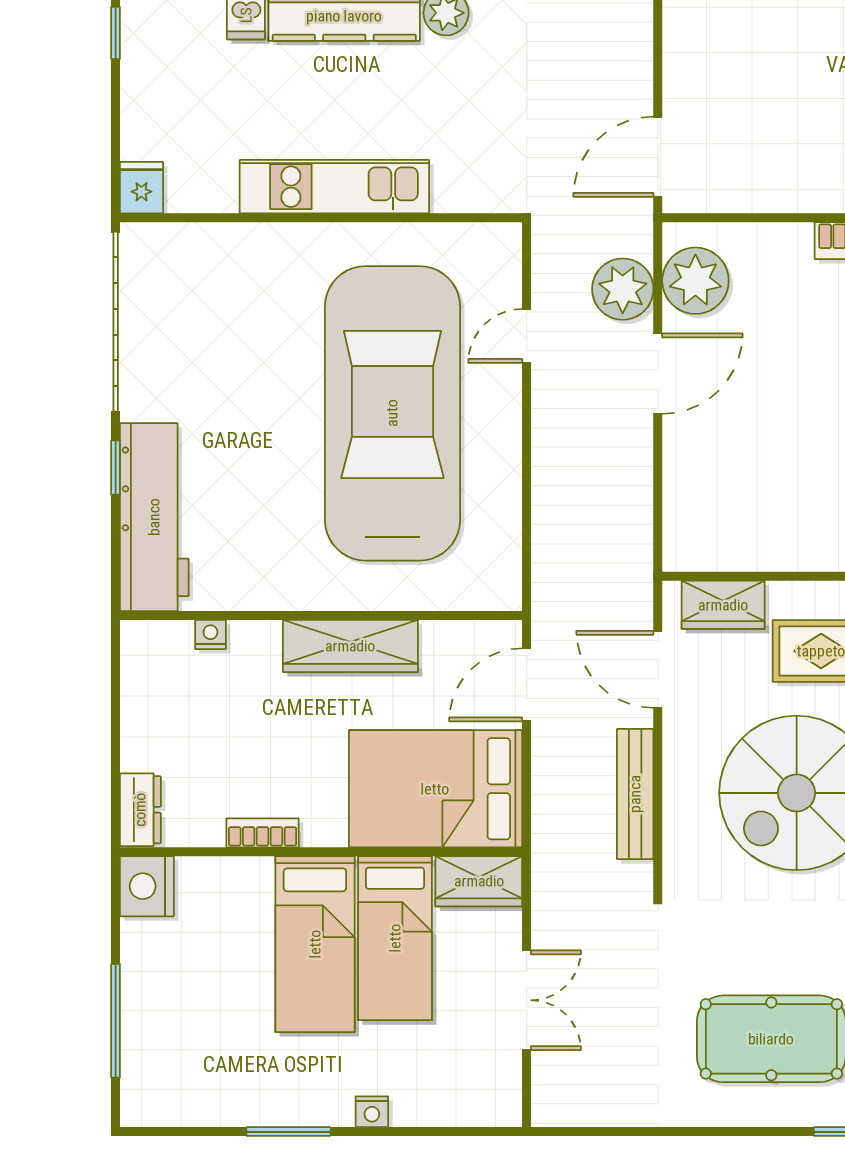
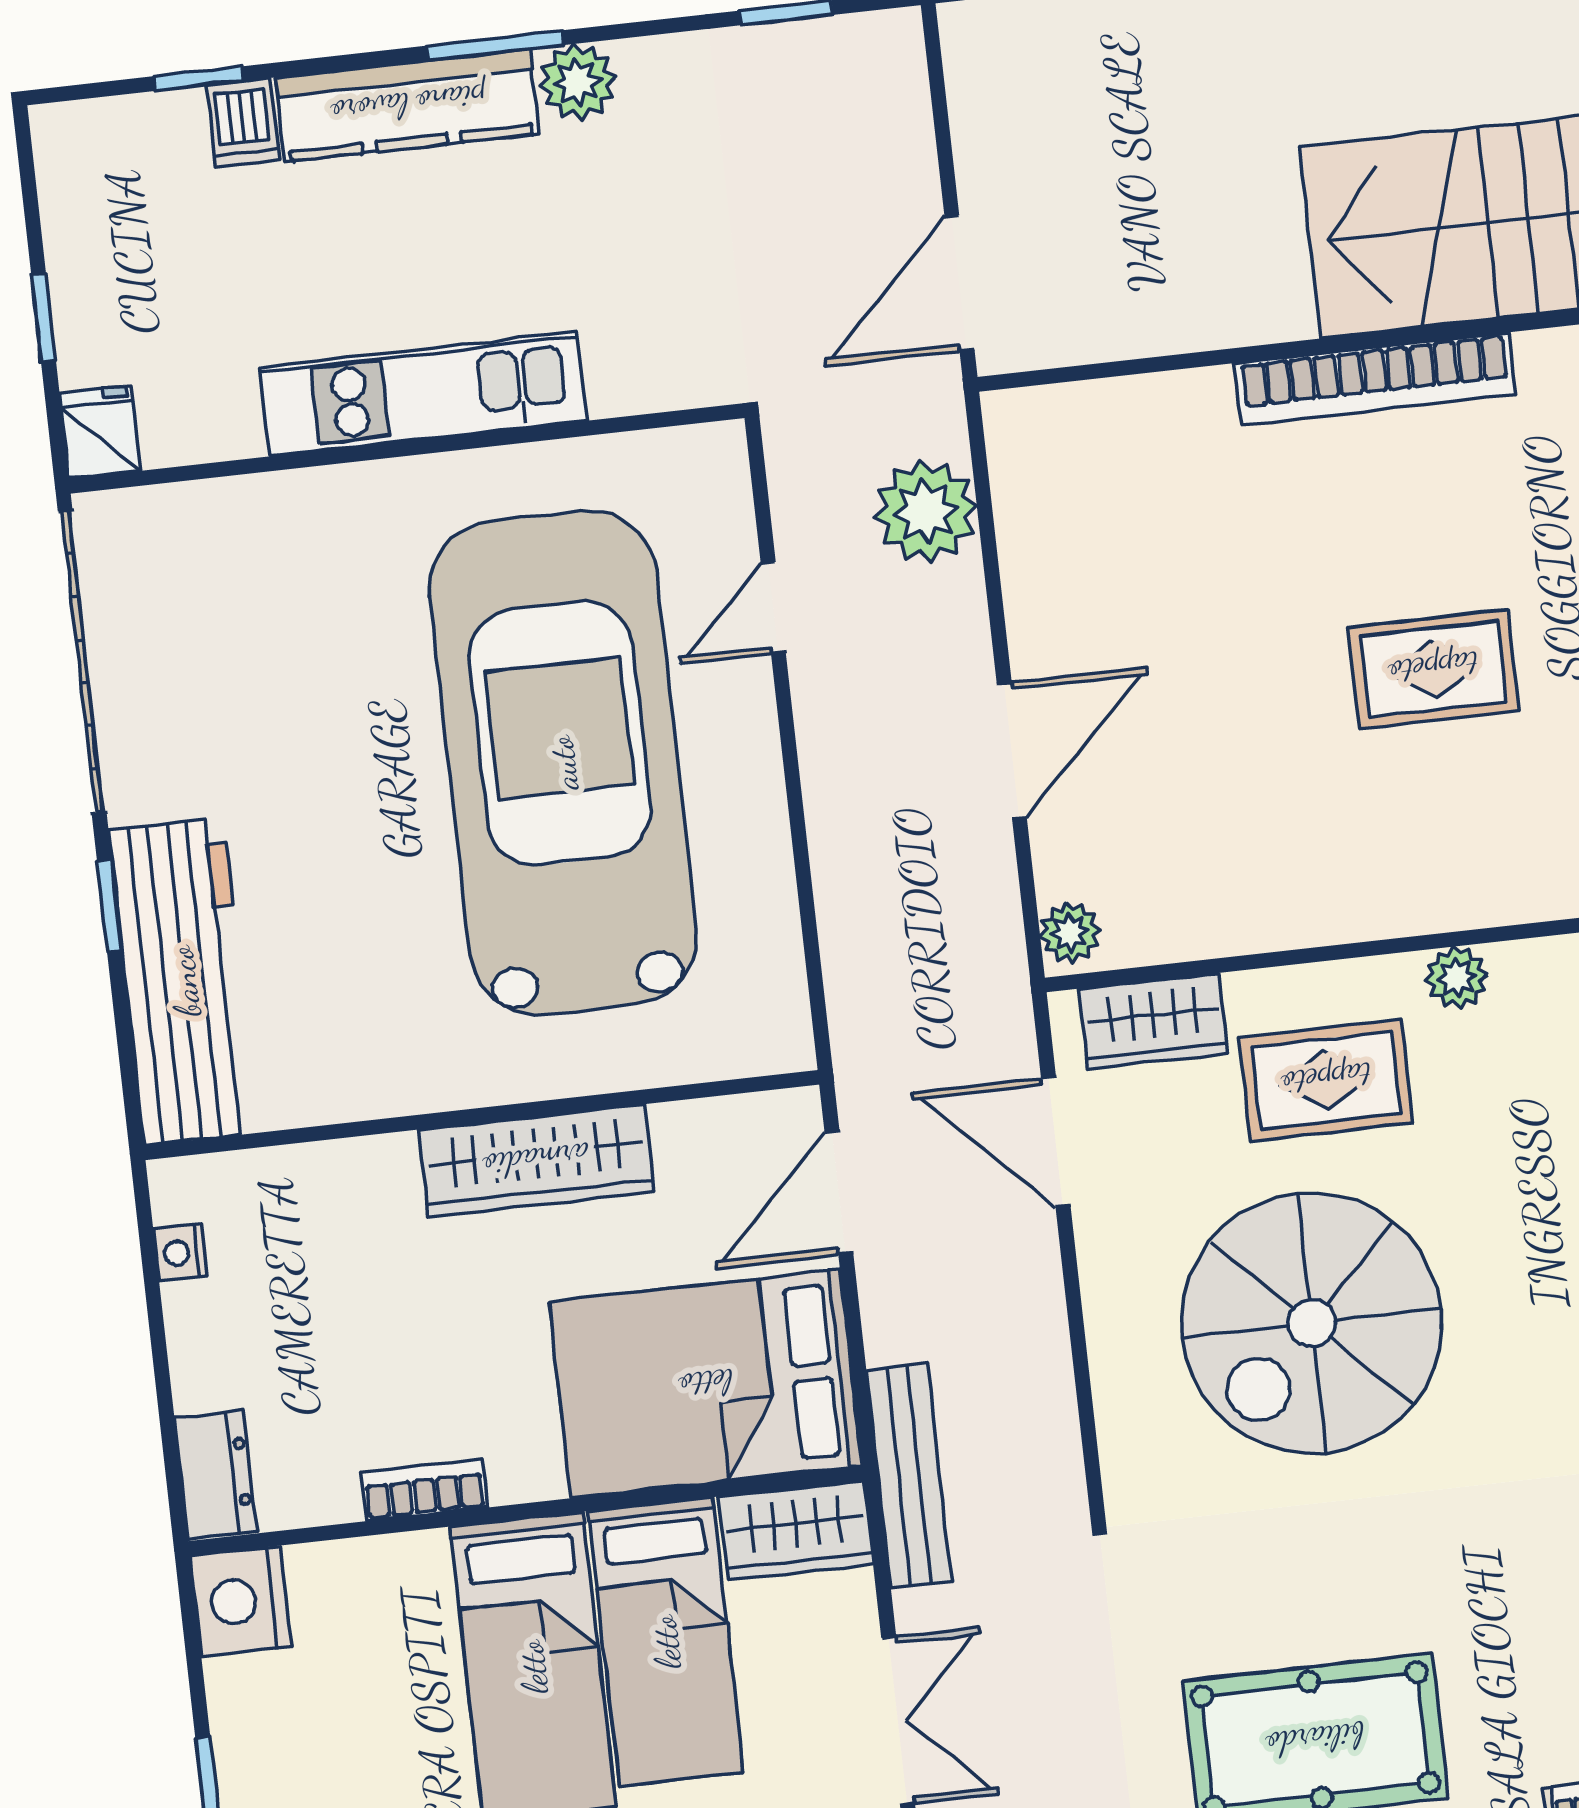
window: (116, 33) -> (44, 318), moved
plant: (695, 281) -> (1070, 933), moved, width x0.53, depth x0.53
door: (658, 374) -> (1012, 751), moved
nightstand: (210, 635) -> (181, 1253), moved, turned -90
bench: (635, 794) -> (909, 1476), moved

